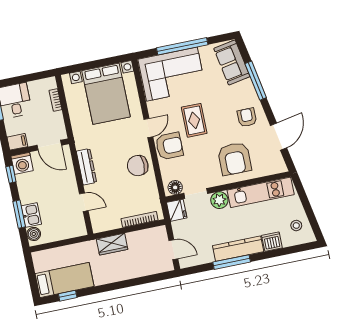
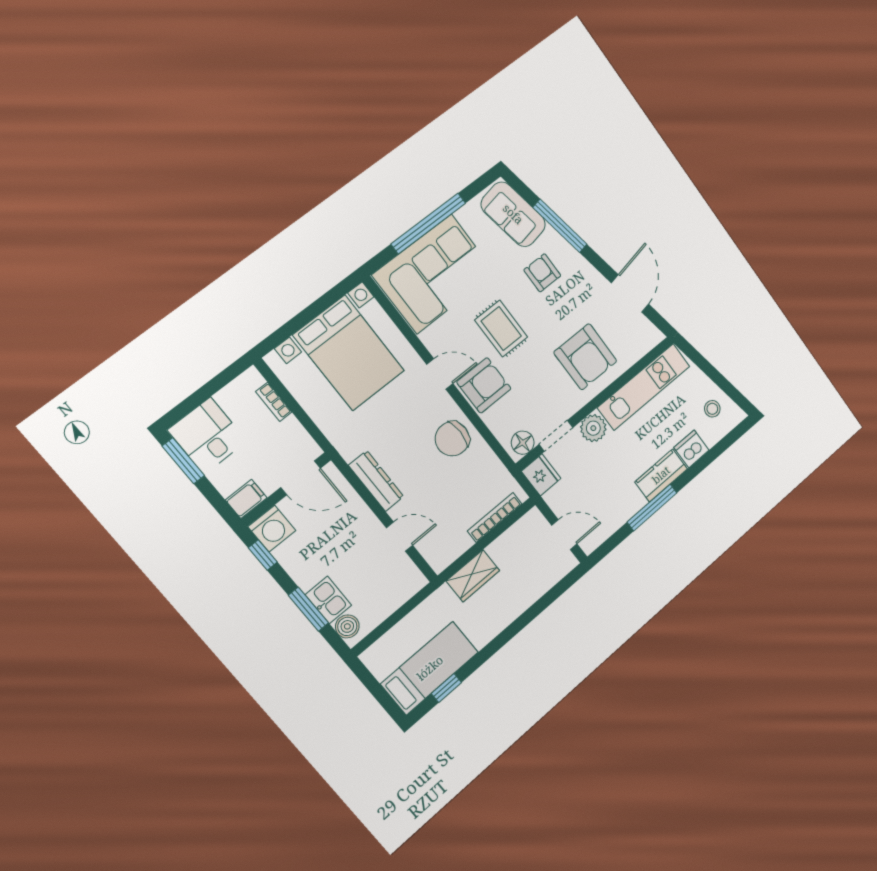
armchair: (247, 117) -> (542, 273), moved
door: (148, 128) -> (440, 374), hinge flipped
kitchen counter: (238, 249) -> (661, 475), width x0.67

